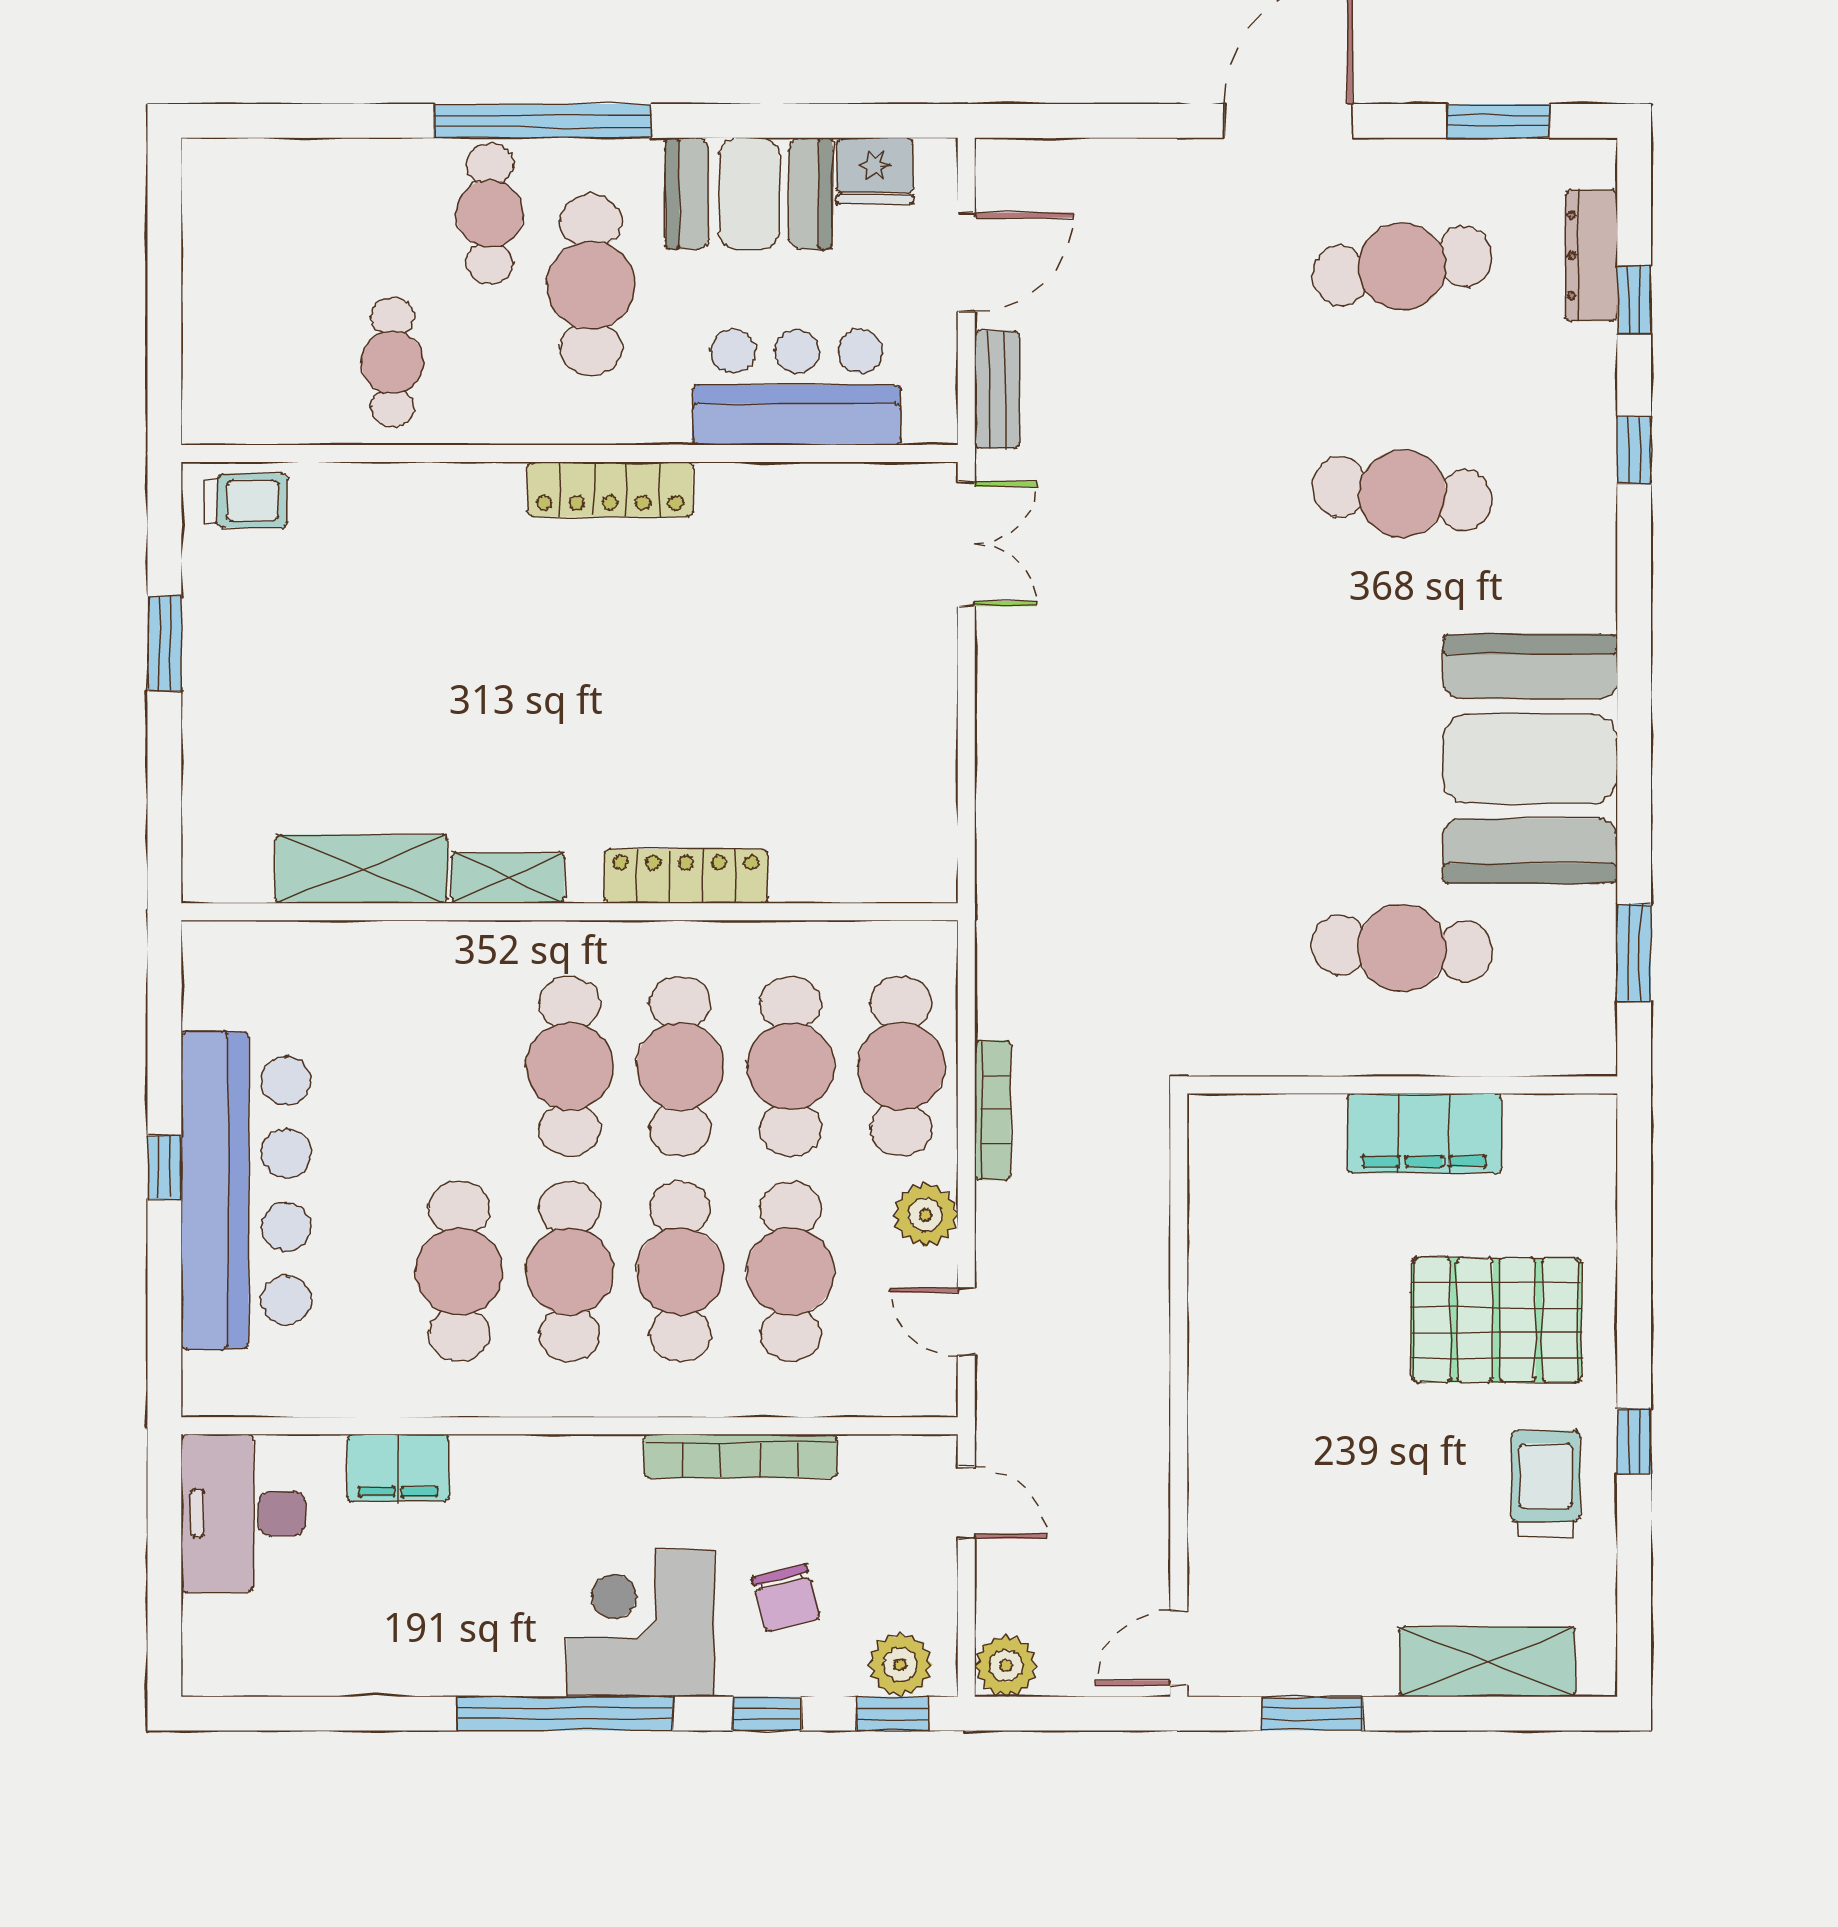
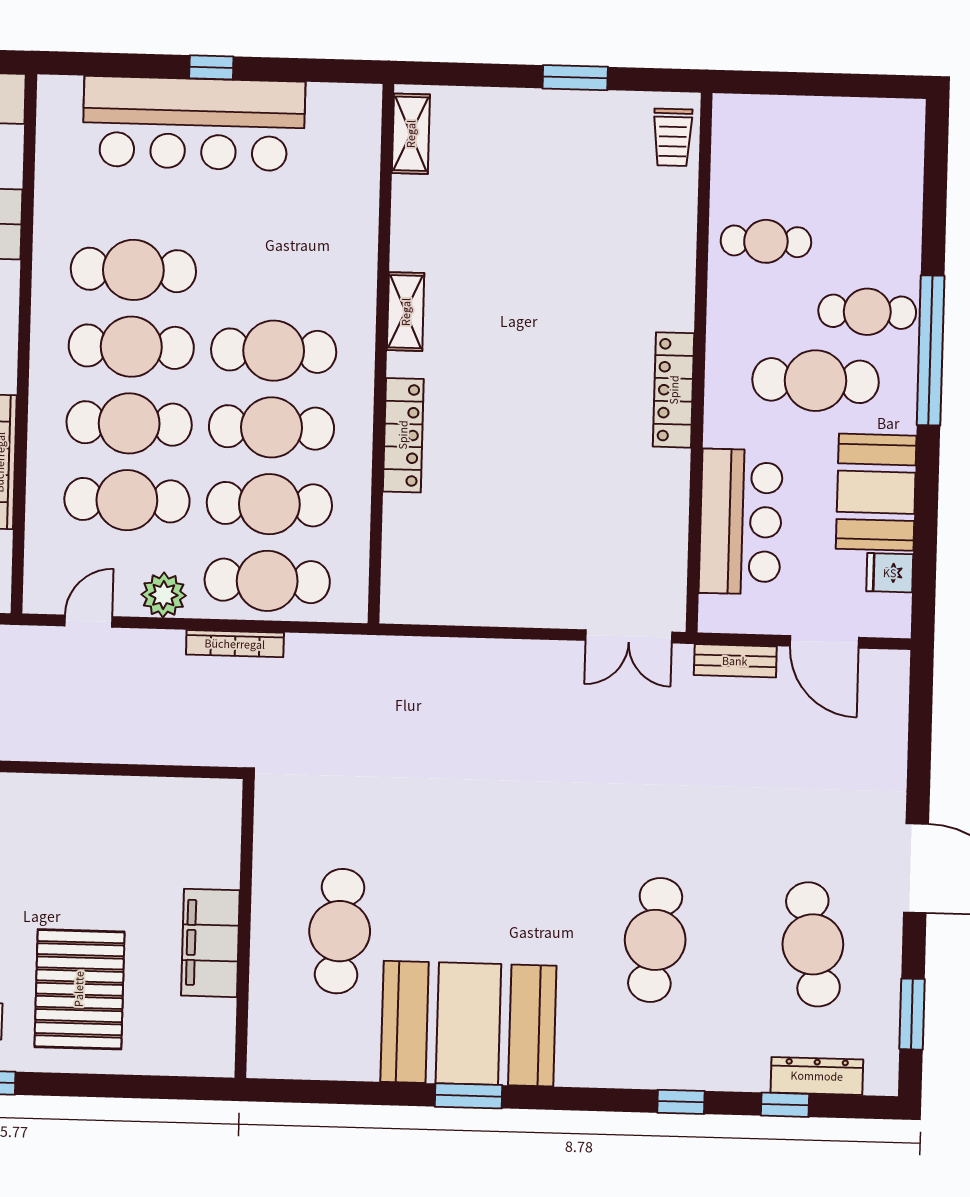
fridge: (875, 171) -> (890, 573), width x0.72
shelving: (361, 869) -> (411, 134), moved, width x0.67, depth x0.75
window: (1634, 953) -> (468, 1096), moved

